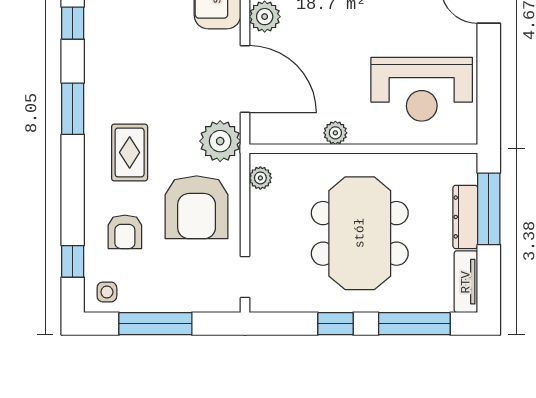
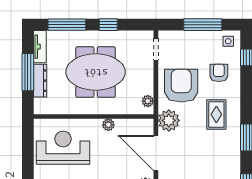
window: (489, 209) -> (28, 72), moved
meeting table: (360, 233) -> (96, 72), turned 90

